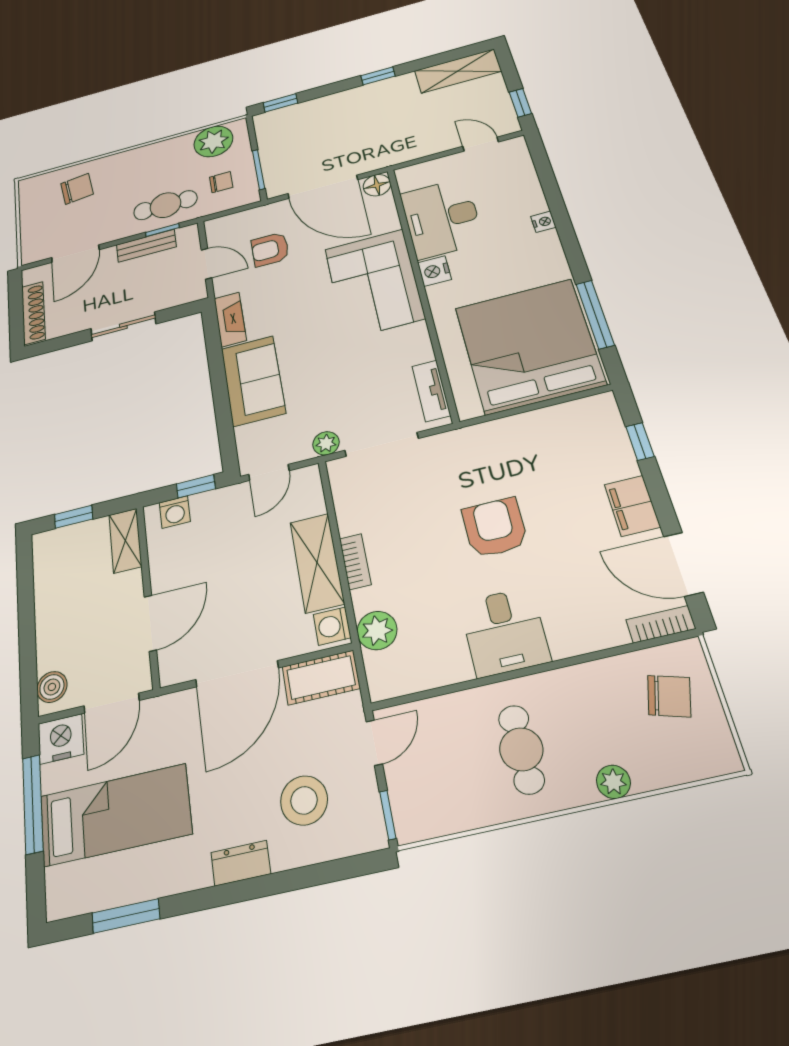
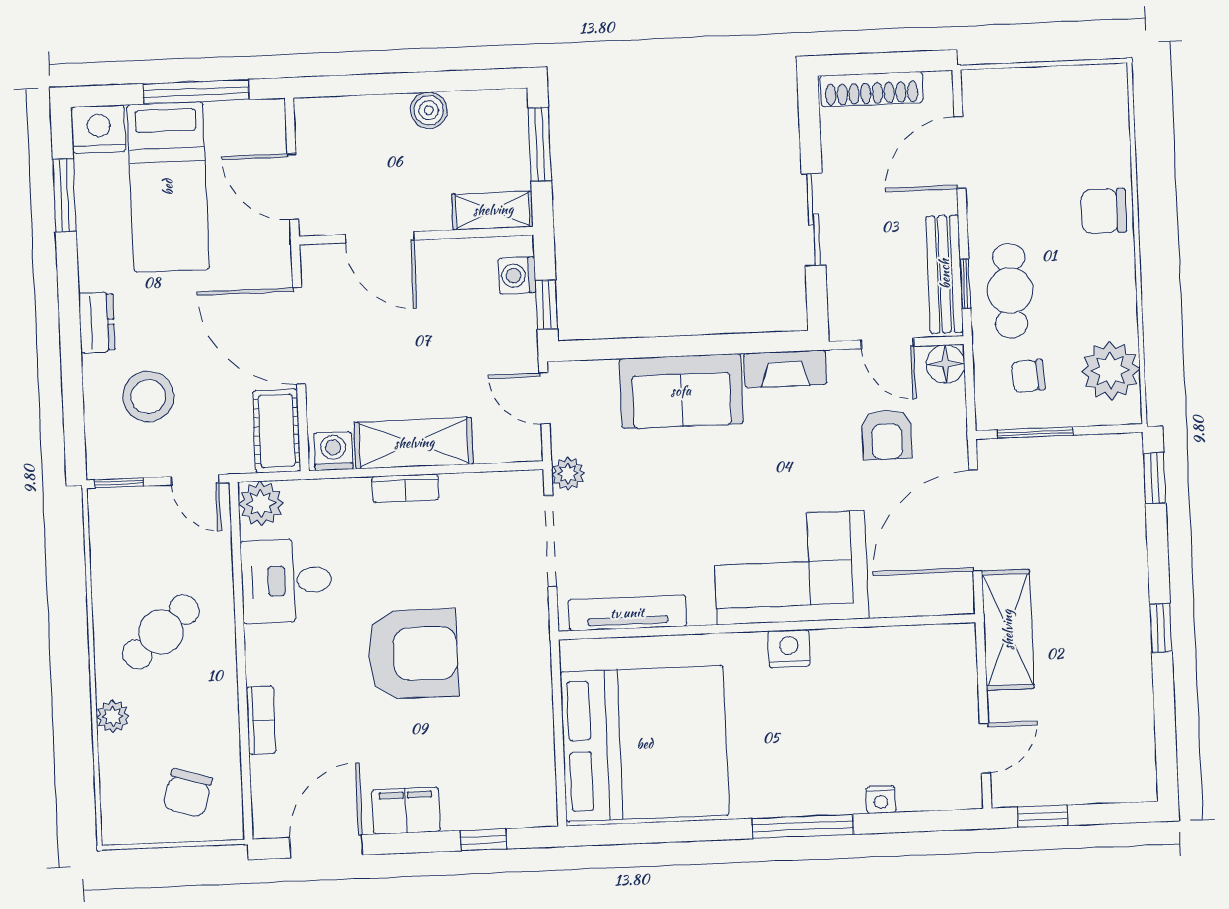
shelving: (458, 71) -> (1008, 630), moved
chair: (221, 182) -> (1028, 376), turned 86
floor lamp: (377, 185) -> (946, 364), moved
chair: (77, 189) -> (1104, 211), moved, turned 97
desk: (442, 218) -> (873, 673), removed
nightstand: (543, 222) -> (881, 800), moved
bench: (146, 246) -> (945, 274), width x1.36
armchair: (270, 249) -> (887, 435), turned 180
door: (75, 254) -> (960, 153), hinge flipped
door: (206, 264) -> (888, 343), hinge flipped
window: (595, 314) -> (803, 826), moved
tv unit: (431, 391) -> (627, 613), width x1.41
window: (74, 517) -> (540, 144), width x1.50
armchair: (495, 528) -> (413, 654), width x1.36, depth x1.36
bookcase: (661, 624) -> (261, 720), moved
plant: (377, 630) -> (261, 503), moved
desk: (505, 632) -> (286, 581), moved
boiler: (52, 687) -> (429, 110), moved
nightstand: (61, 739) -> (99, 129), moved, turned -90
cafe table: (521, 749) -> (161, 632), turned -41

